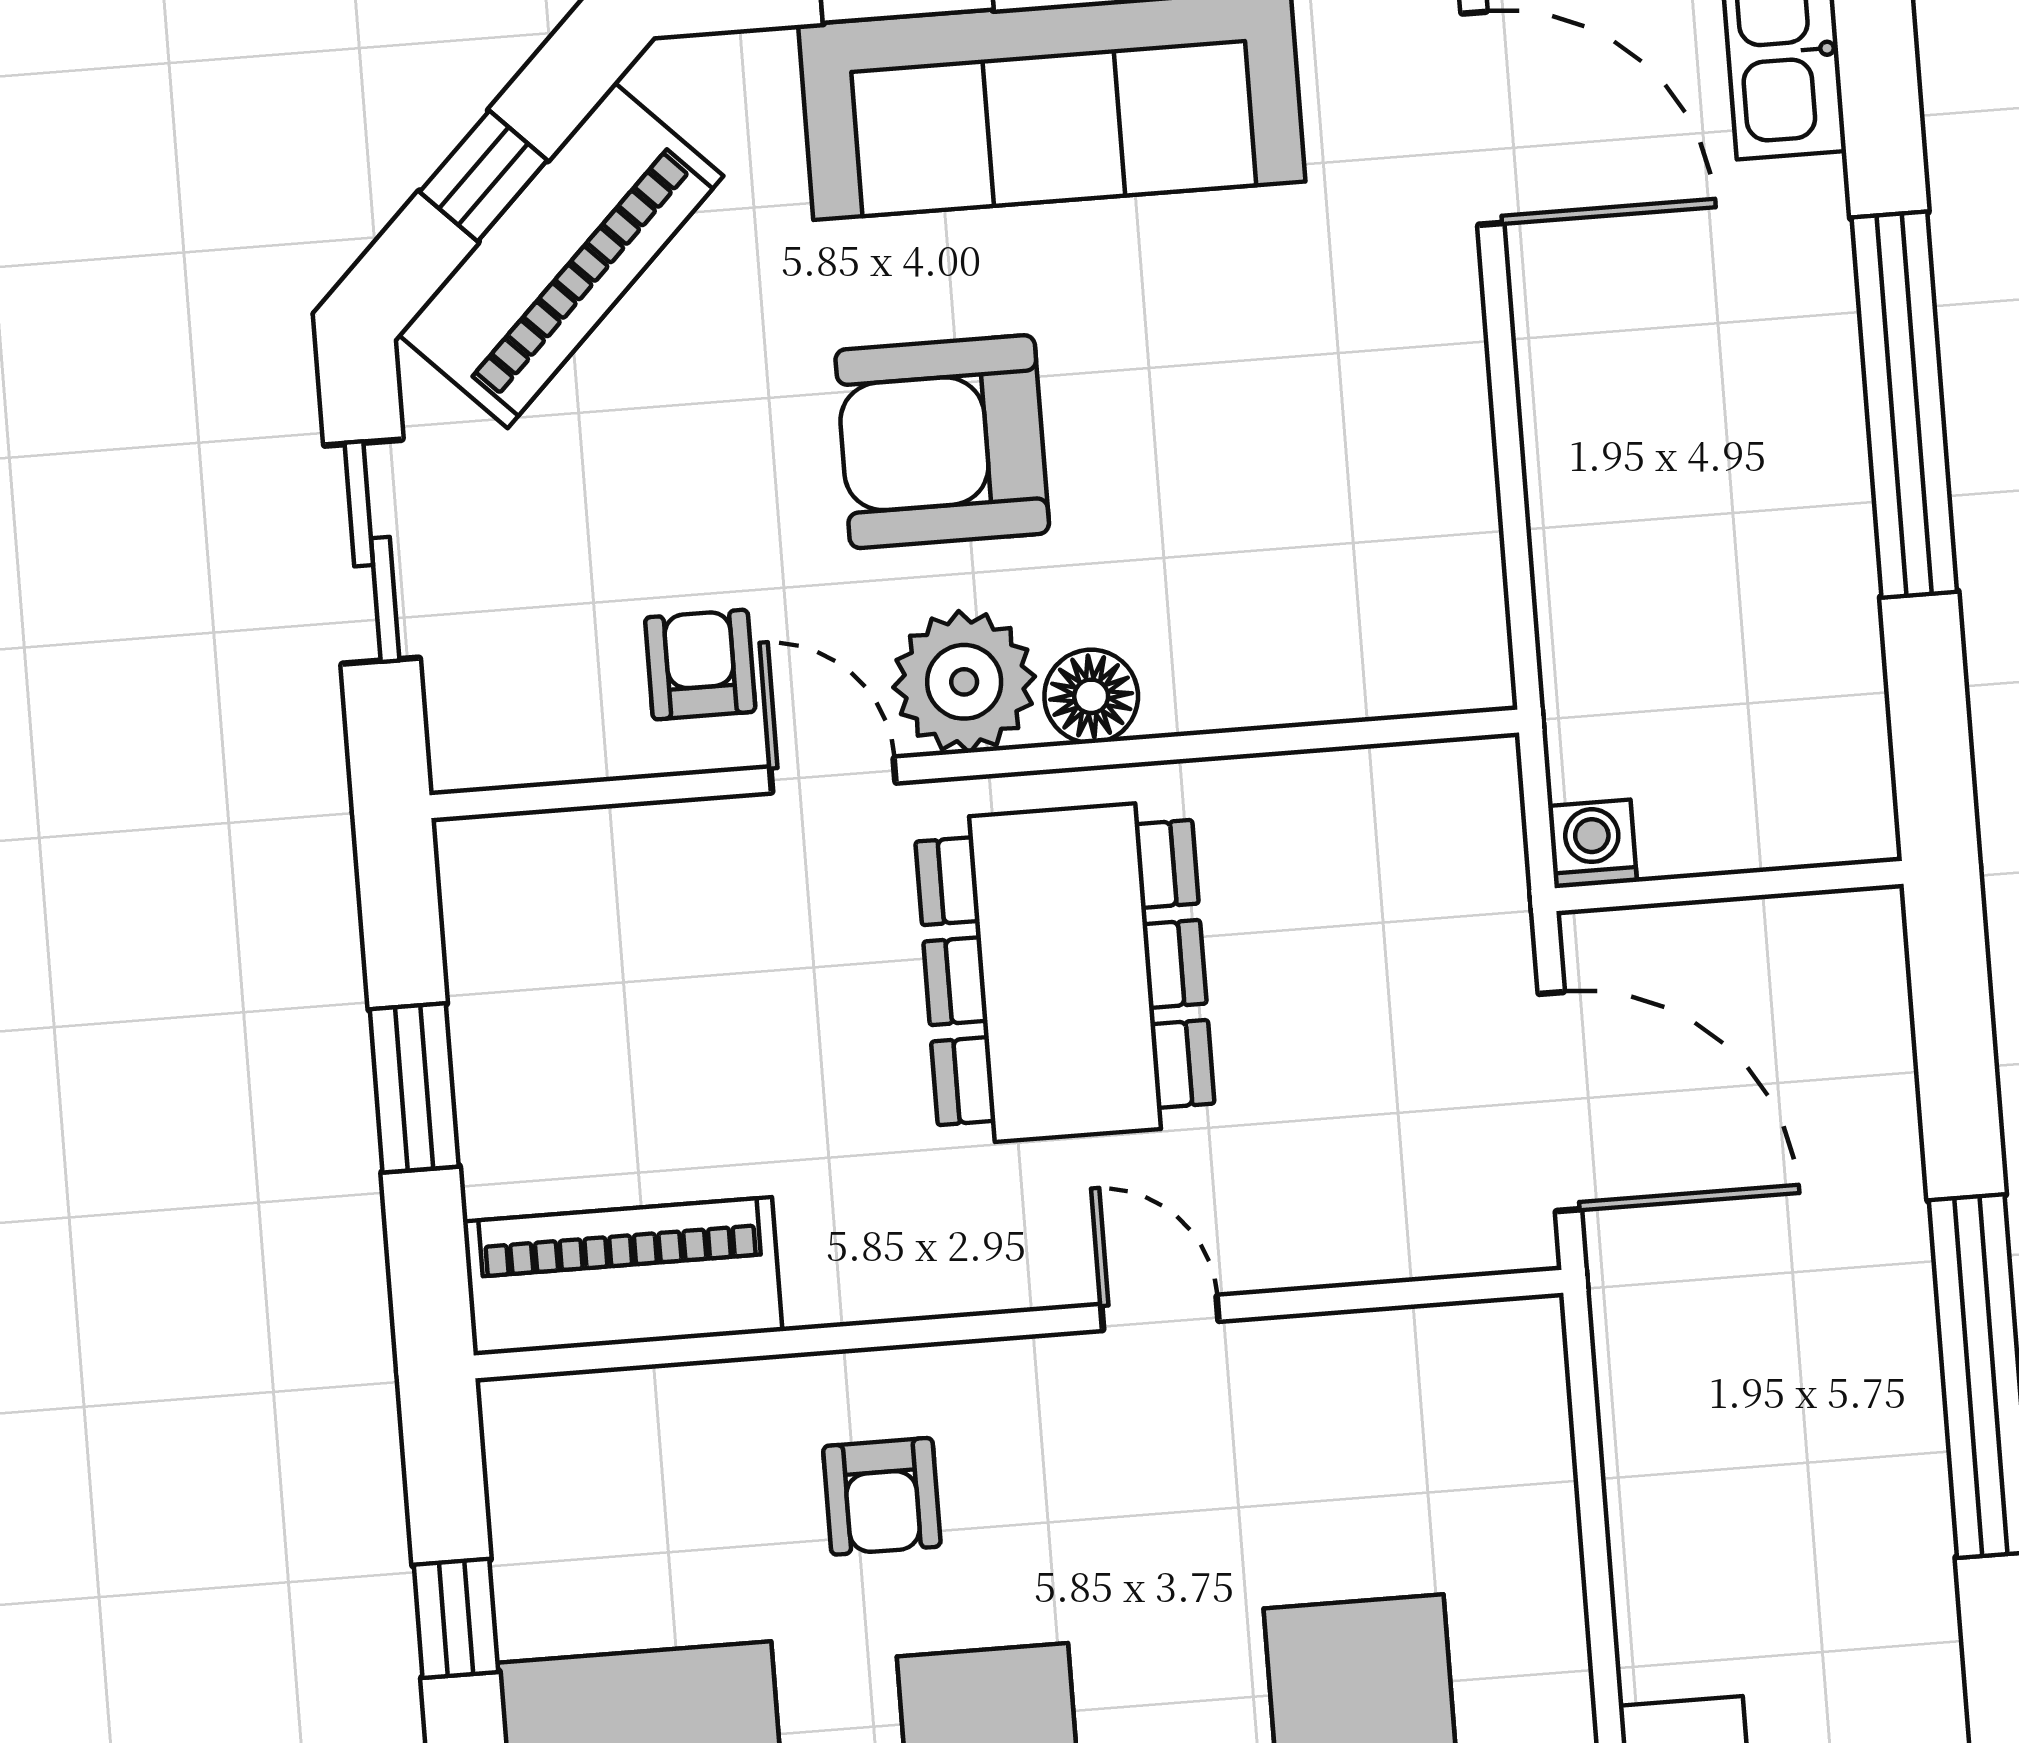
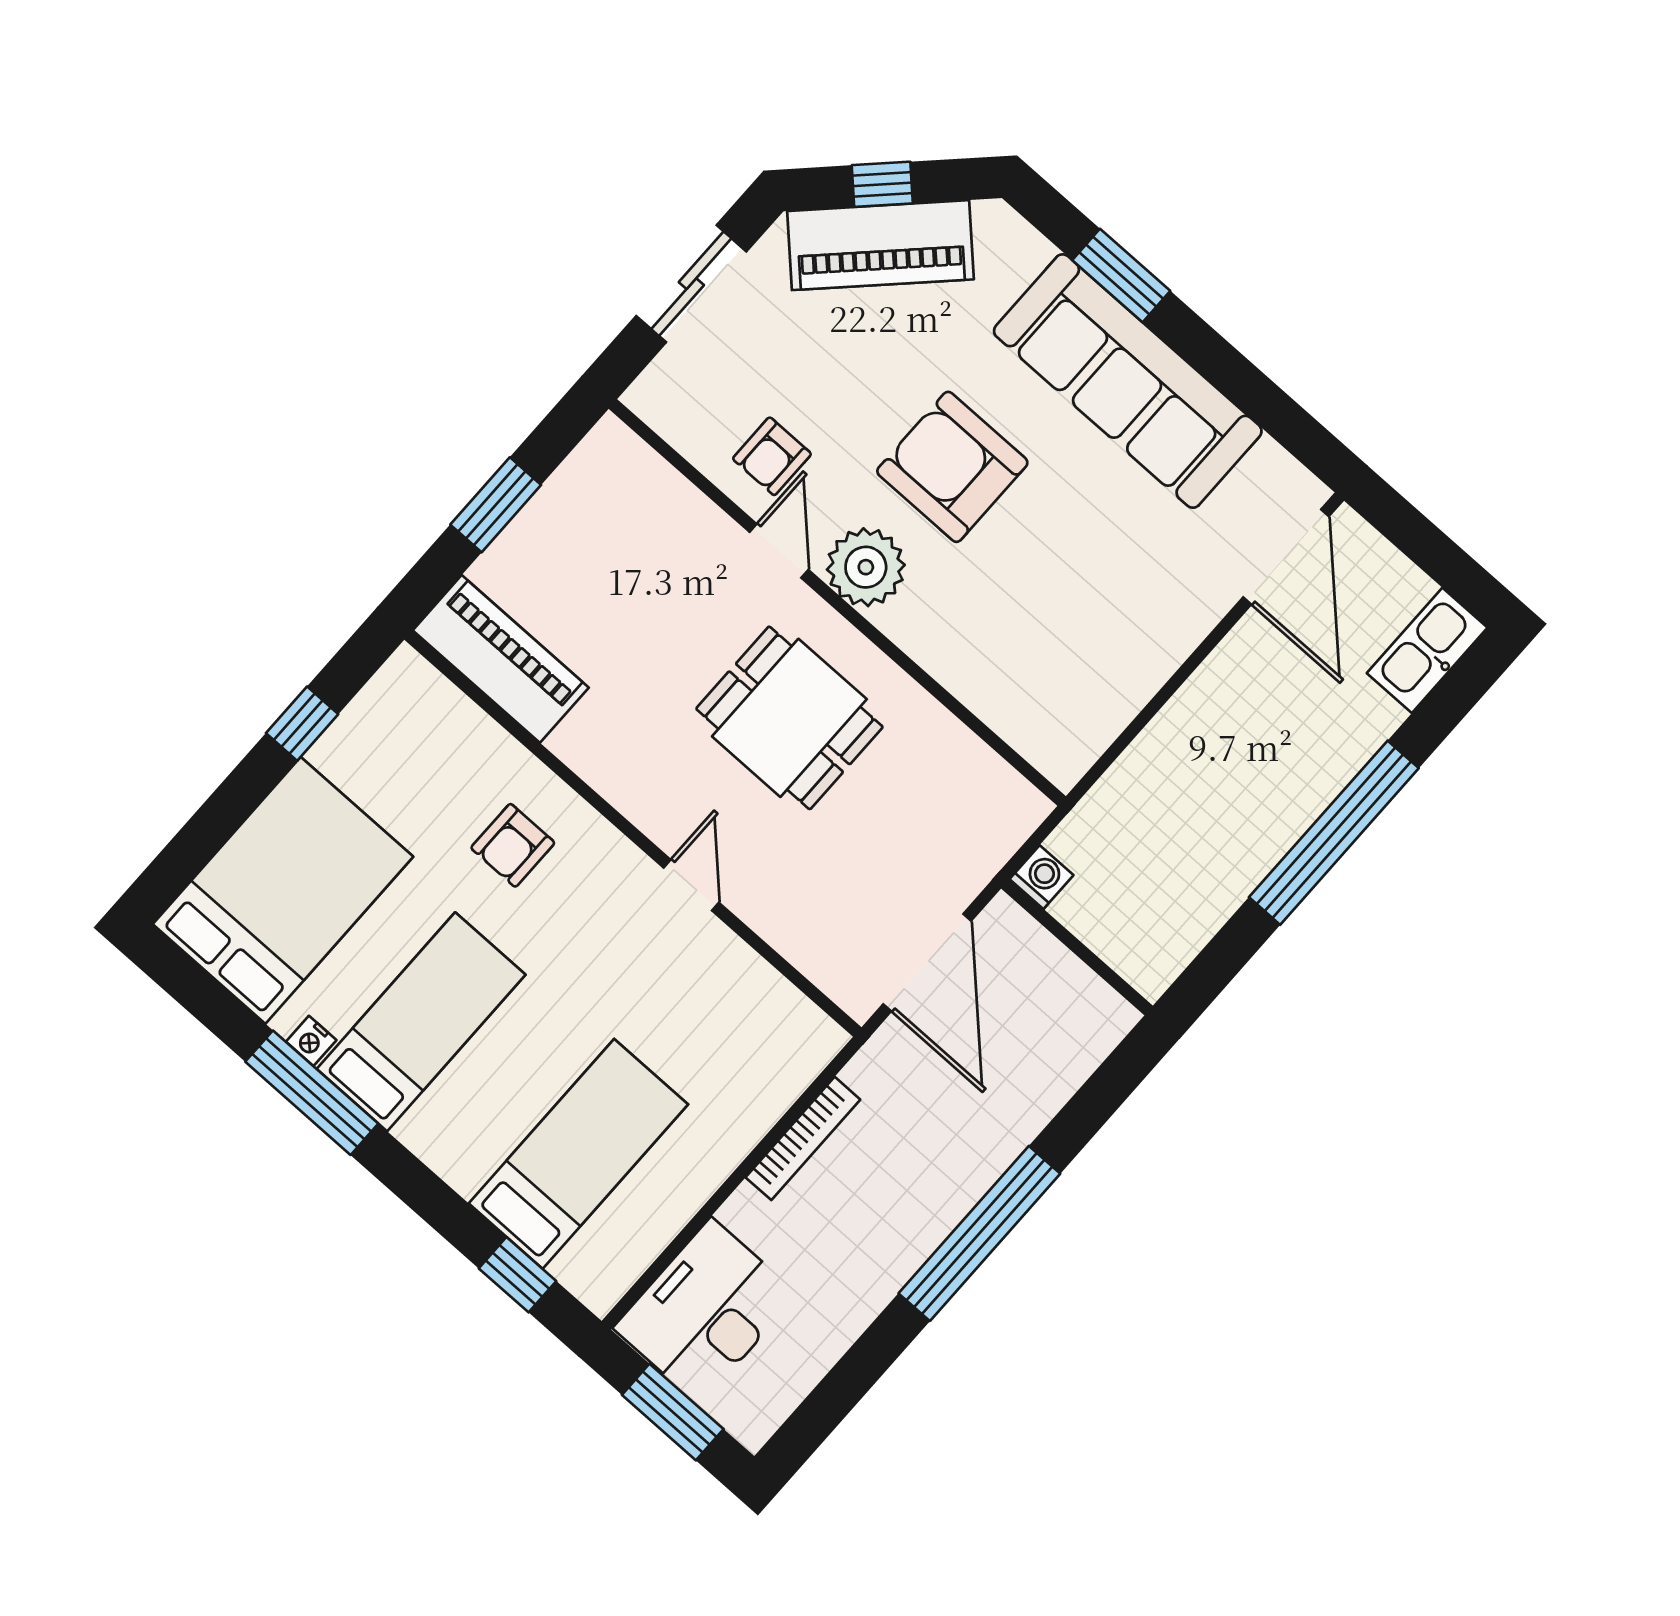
armchair: (700, 665) -> (772, 456), turned 180
floor lamp: (1091, 696) -> (909, 623), removed
dining table: (1065, 973) -> (789, 718), width x0.73
bookcase: (1633, 1487) -> (803, 1138), added

